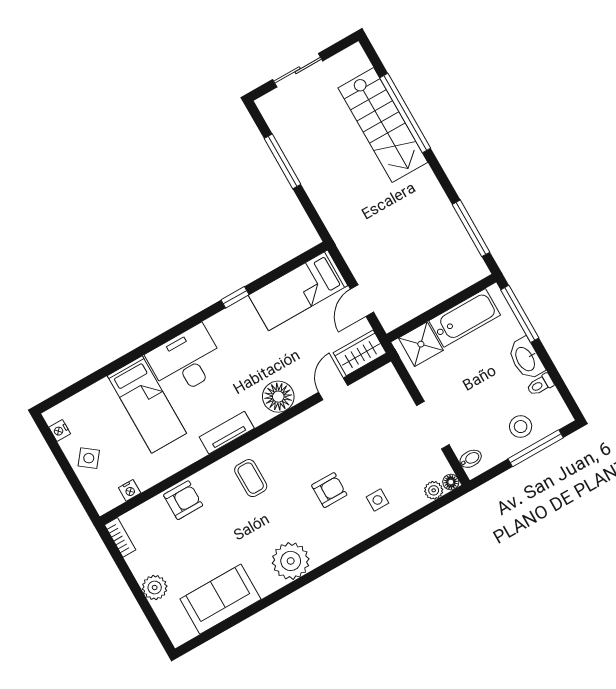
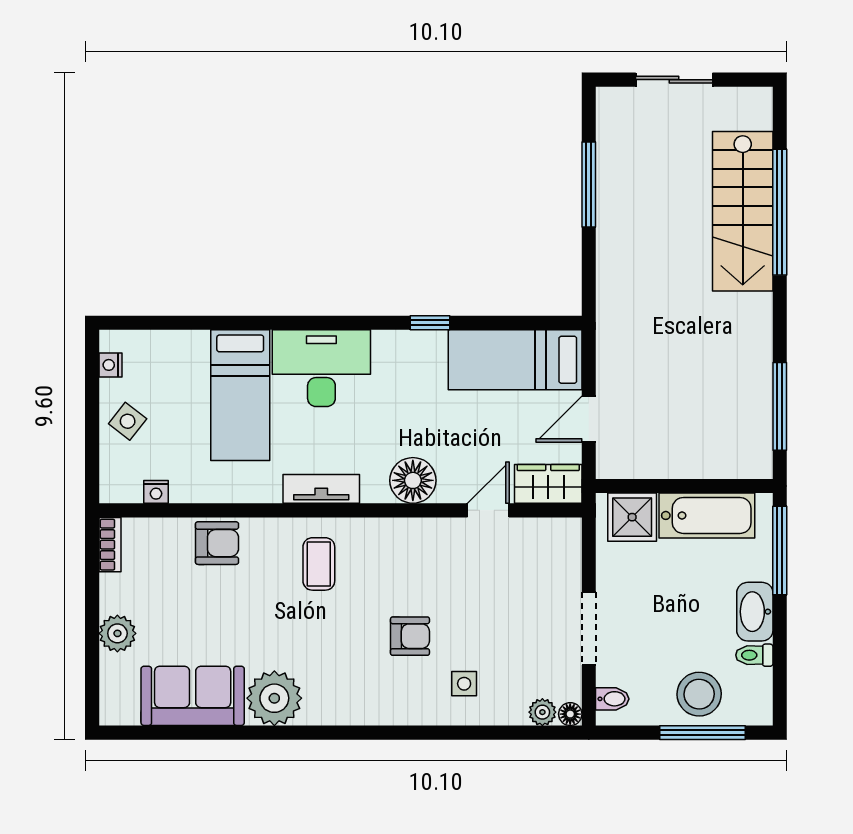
stool: (521, 427) -> (699, 694), width x1.38, depth x1.38
plant: (291, 561) -> (274, 698), moved

